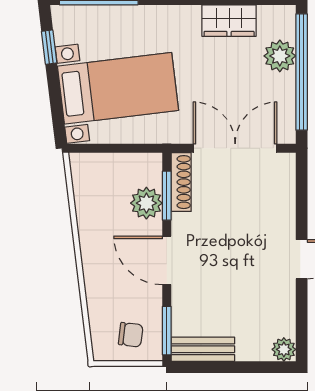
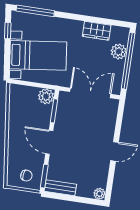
shoe rack: (181, 182) -> (62, 105), removed
plant: (146, 203) -> (46, 96), moved

